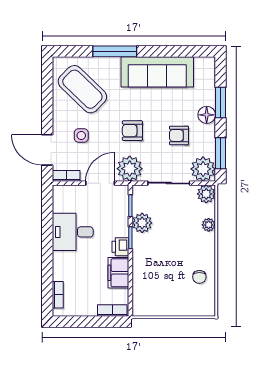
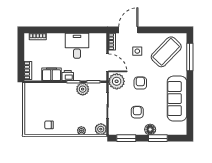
window: (115, 51) -> (190, 57), moved
plant: (203, 169) -> (116, 127), removed

